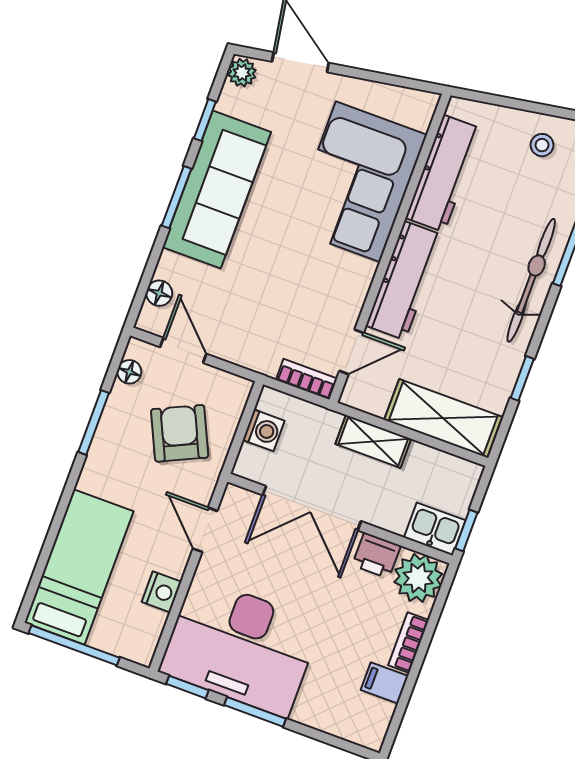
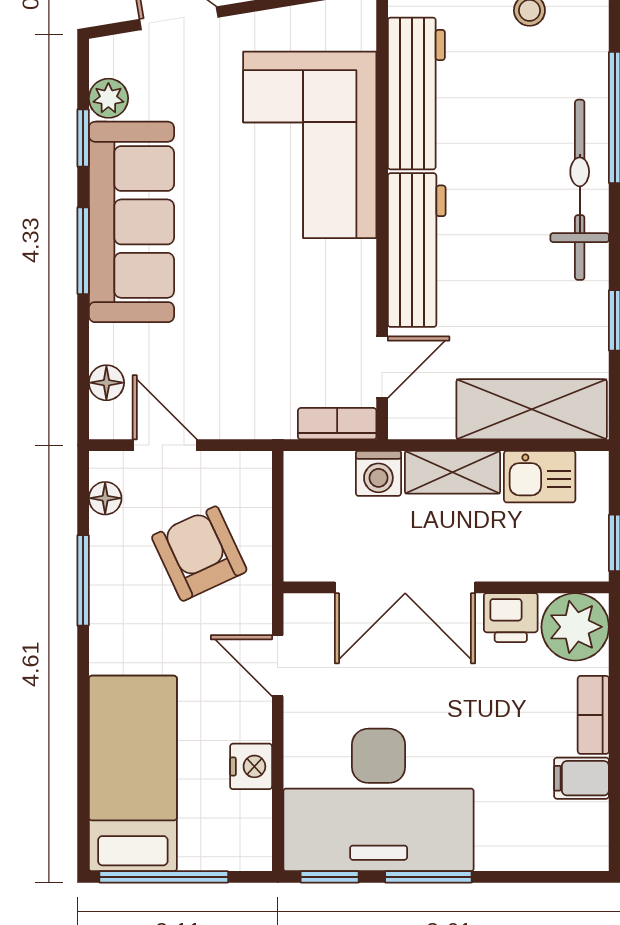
plant: (242, 73) -> (108, 98), moved
washing machine: (264, 430) -> (378, 473), moved, turned 90
kitchen sink: (435, 529) -> (540, 477), moved, turned 180

